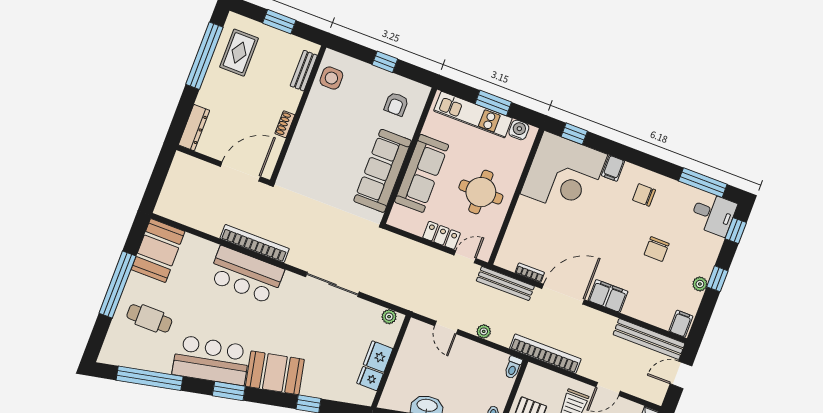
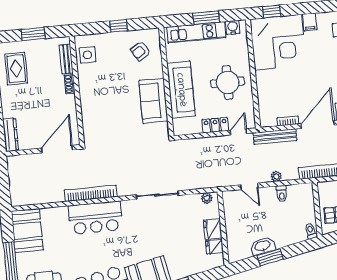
armchair: (396, 104) -> (140, 51), turned 58
shoe rack: (285, 124) -> (70, 84), moved
sofa: (383, 171) -> (153, 101), width x0.73
toilet: (513, 368) -> (282, 194), moved

